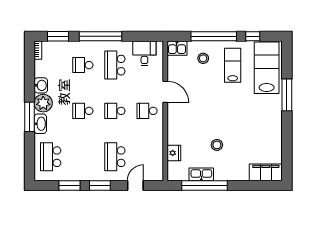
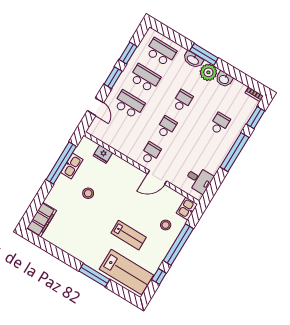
school desk: (115, 65) -> (145, 78), moved
lab bench: (233, 65) -> (129, 235), moved

